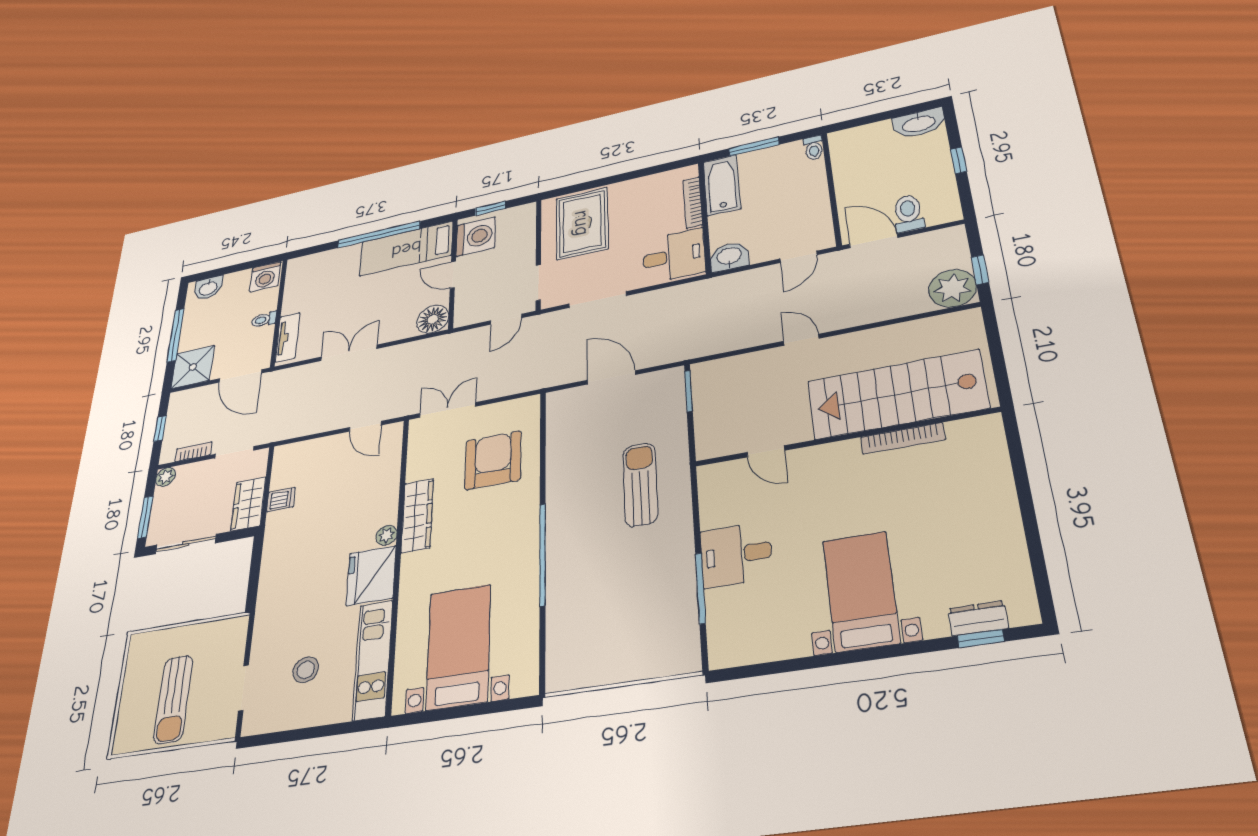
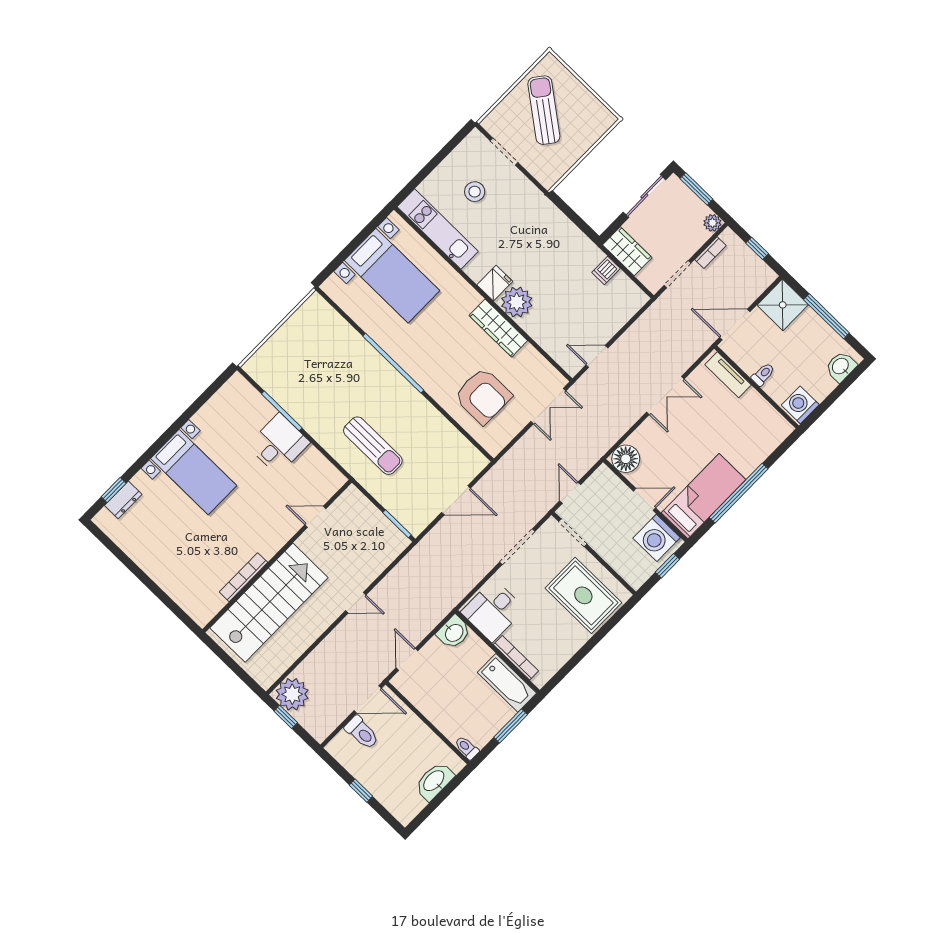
washbasin: (919, 123) -> (434, 781), moved
plant: (387, 535) -> (517, 302), width x1.88, depth x1.88
fridge: (371, 576) -> (495, 283), width x0.53, depth x0.75
sun lounger: (173, 699) -> (544, 110), turned 37

